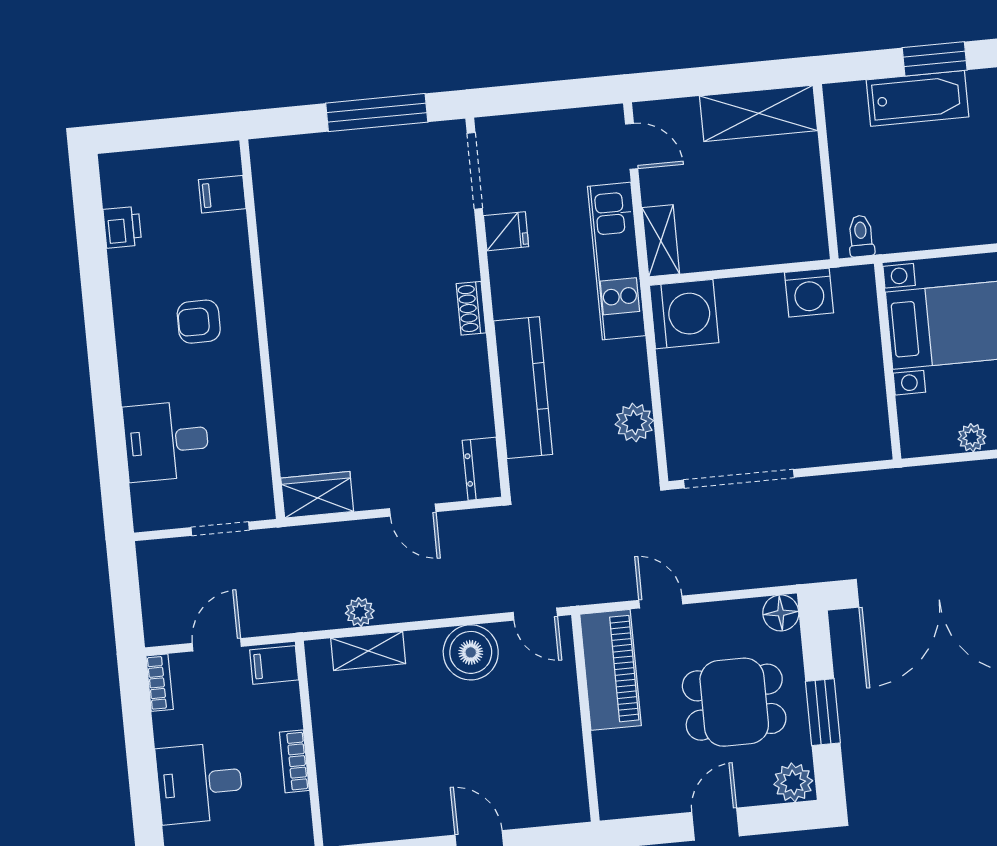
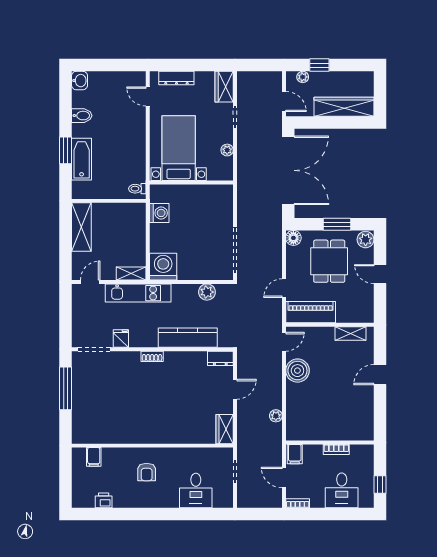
shelving: (368, 651) -> (351, 334), moved, turned 90

